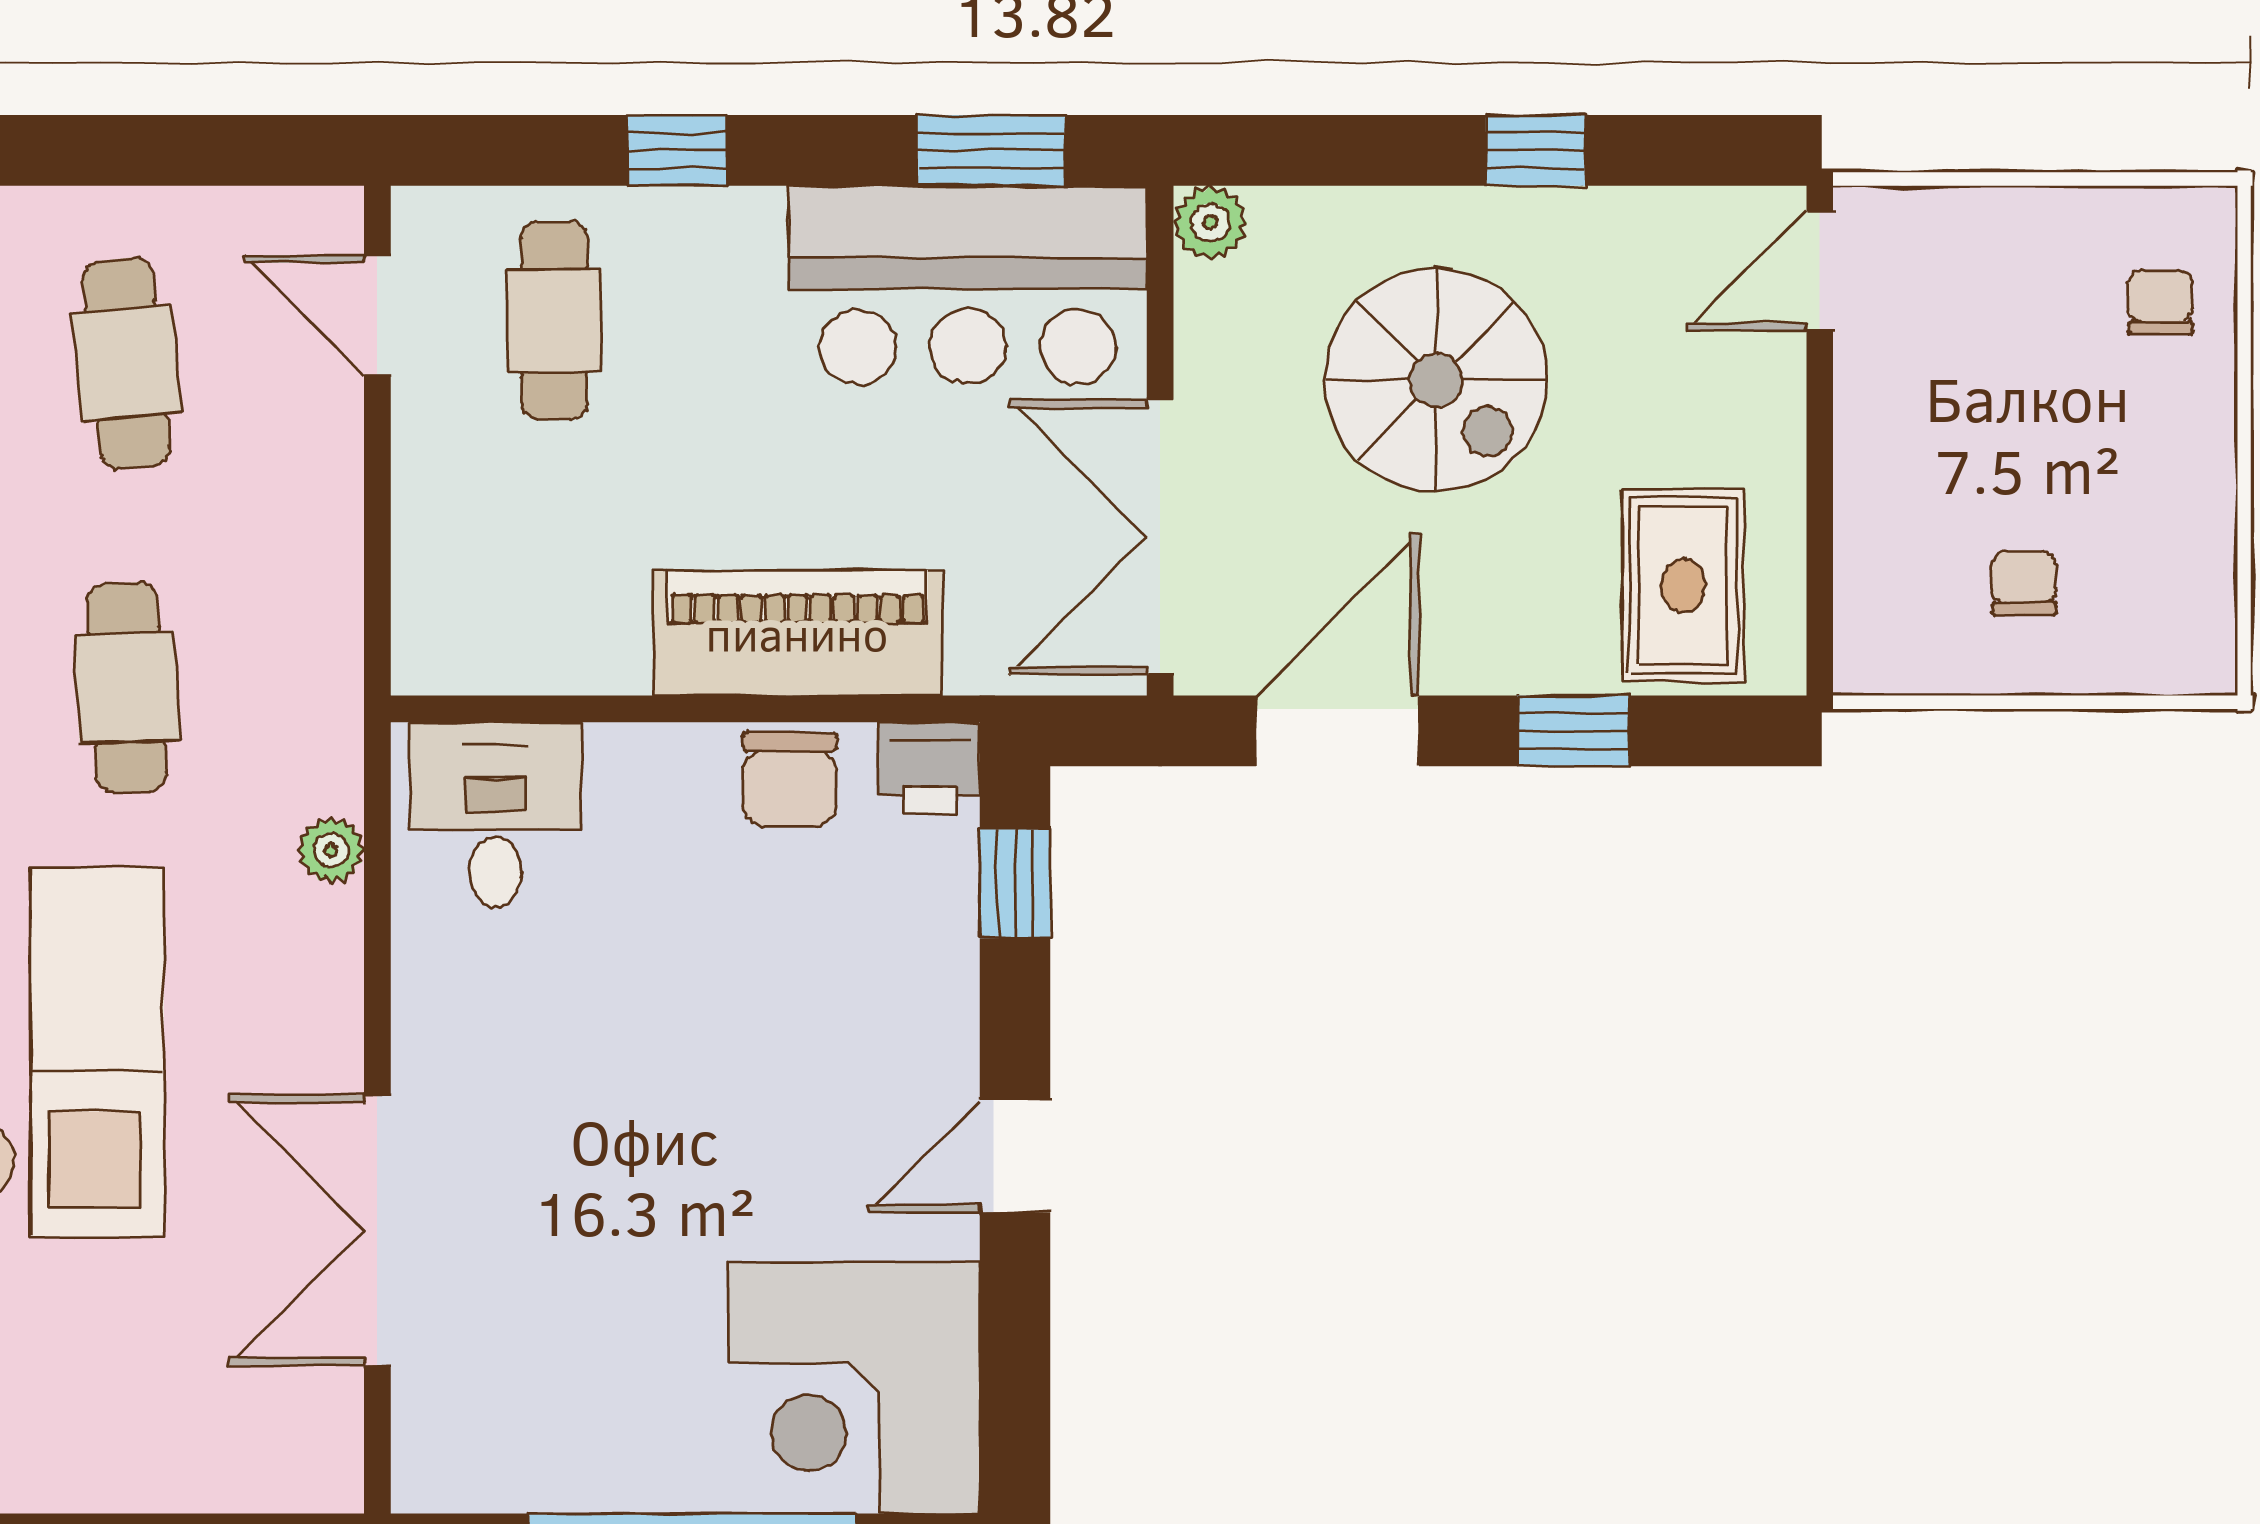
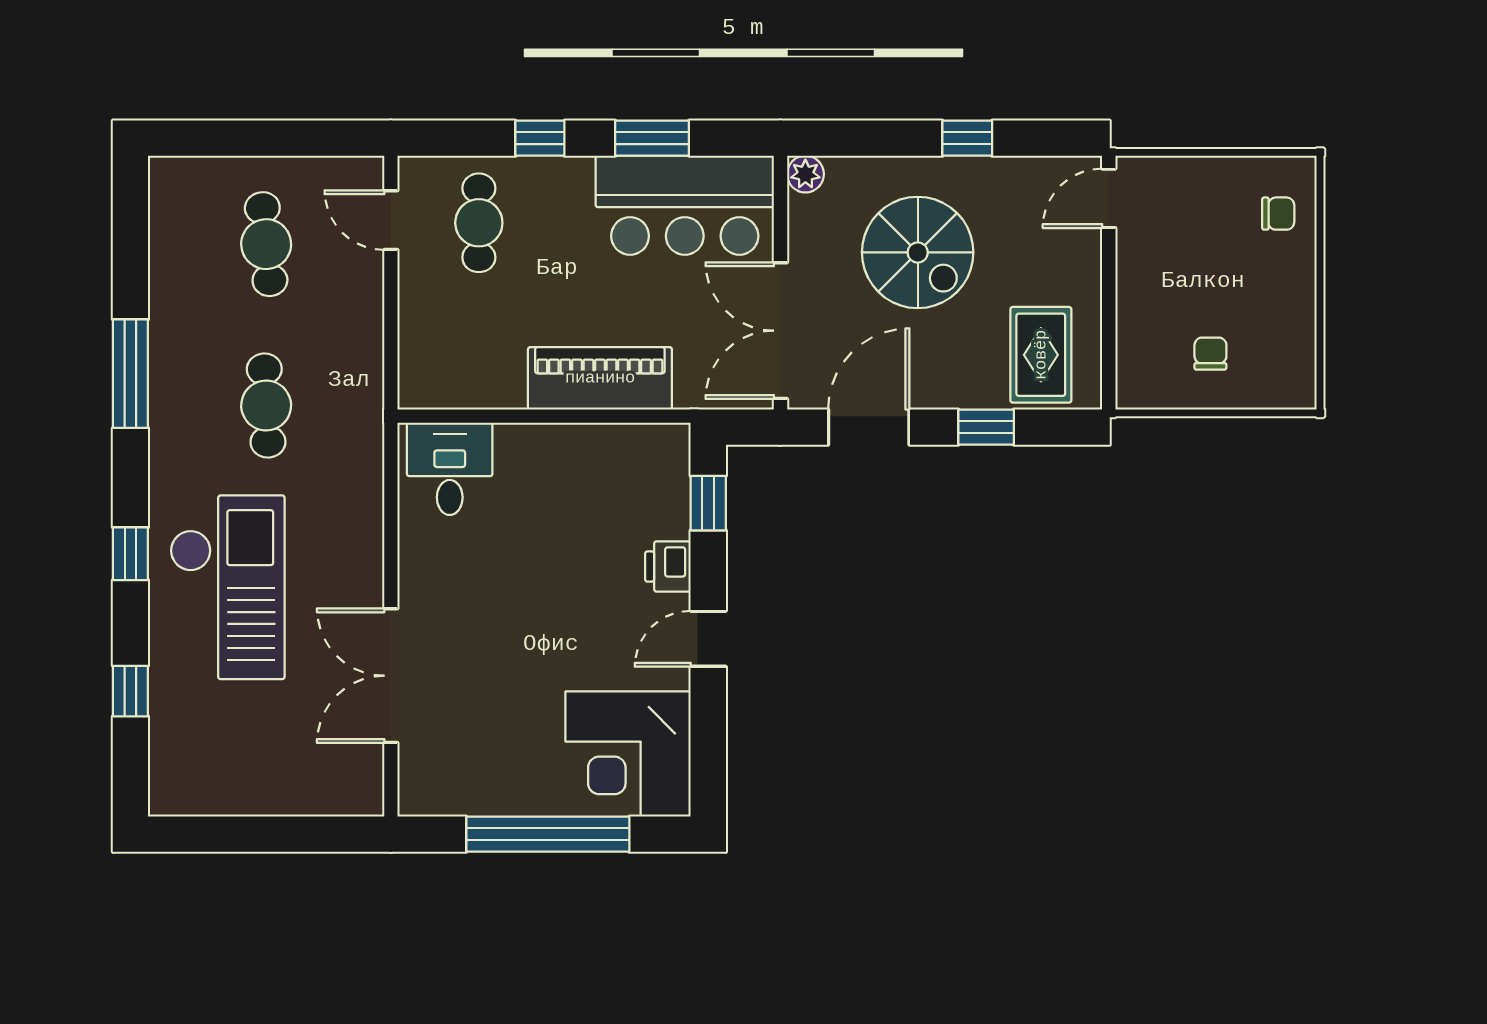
window: (991, 150) -> (652, 138), moved
chair: (2160, 302) -> (1278, 214), turned 90
printer: (929, 768) -> (668, 566), moved, turned 90
chair: (790, 779) -> (596, 451), removed
plant: (331, 850) -> (368, 486), removed

